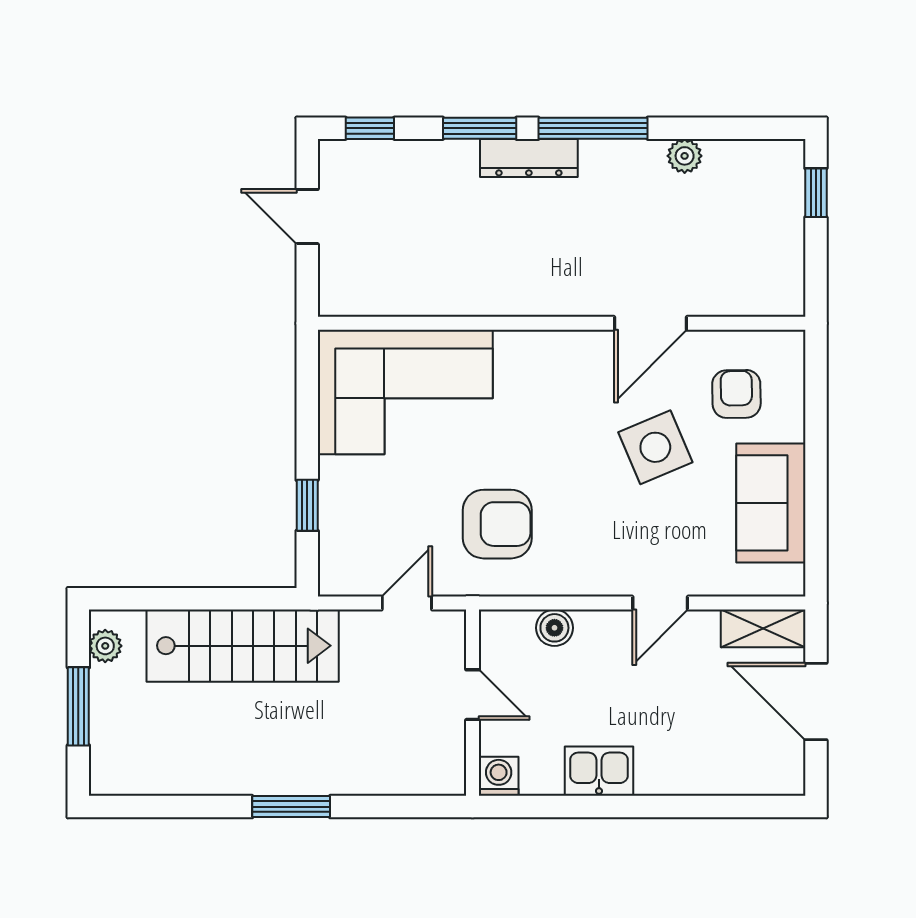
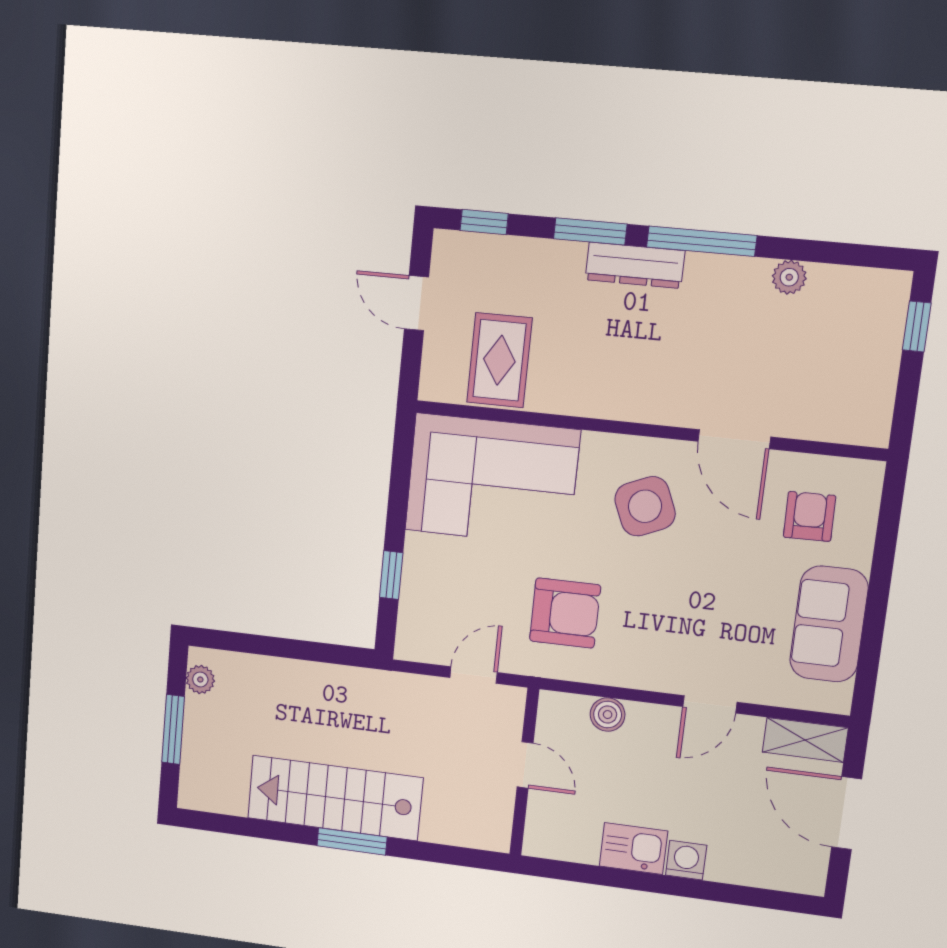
rug: (400, 267) -> (499, 360), added
door: (650, 323) -> (734, 439), hinge flipped
side table: (655, 447) -> (645, 506), moved
stairs: (243, 646) -> (335, 798), moved, turned 180
washing machine: (499, 776) -> (686, 860), moved

